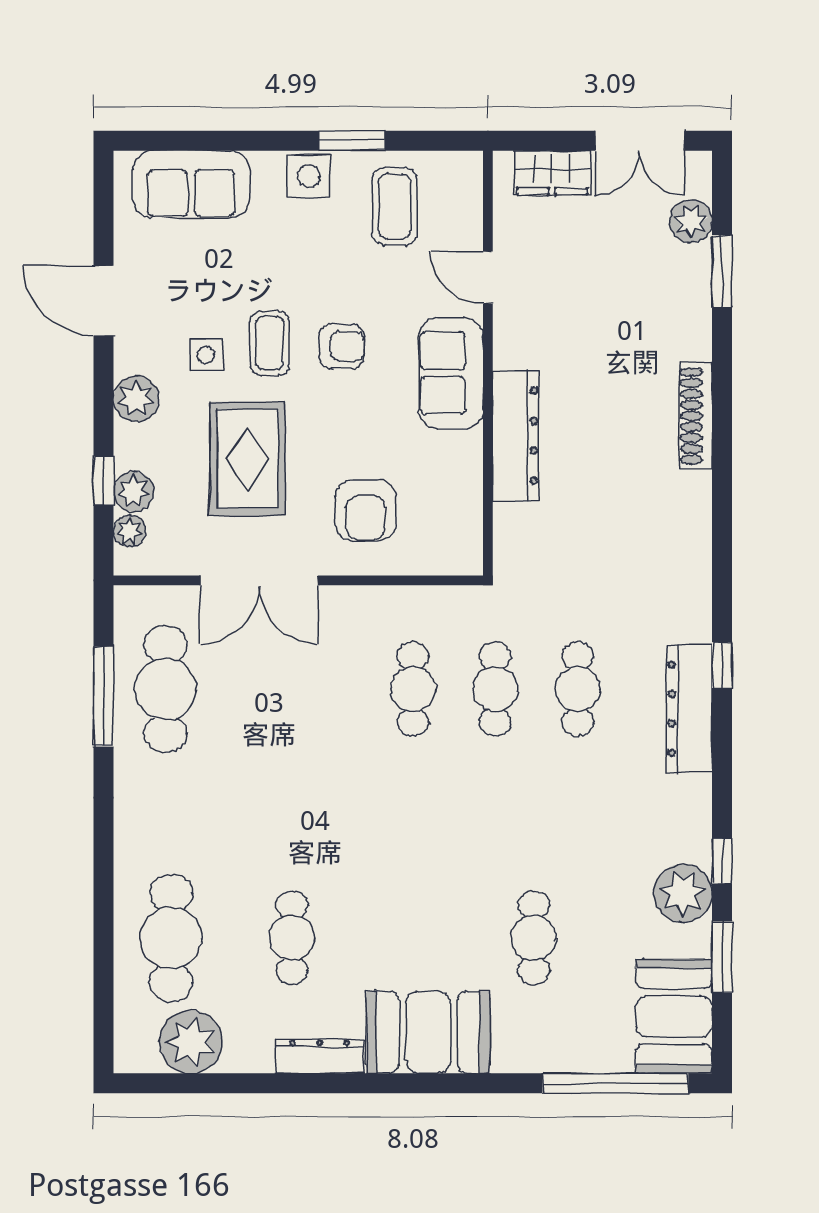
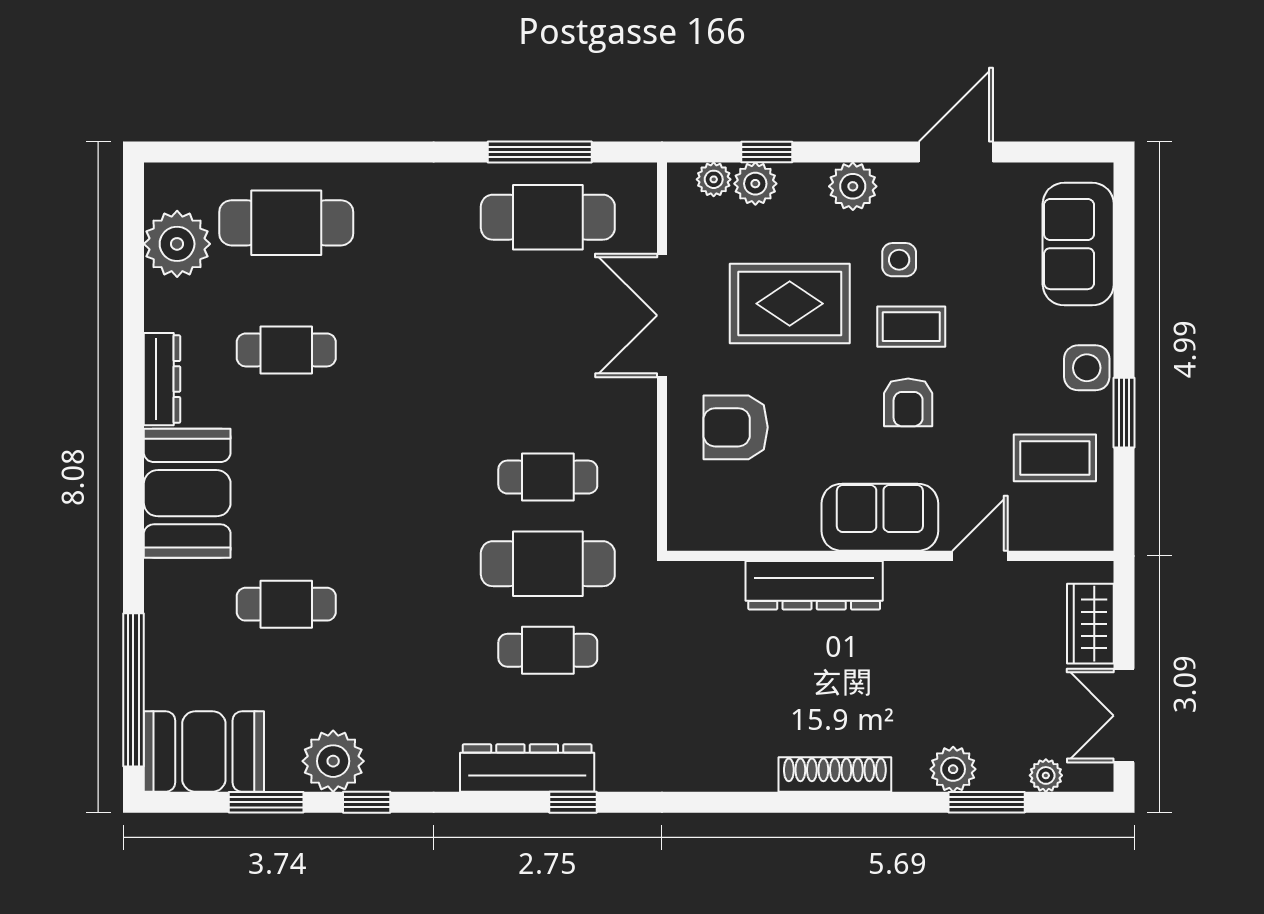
plant: (691, 221) -> (1046, 775), width x0.73, depth x0.73
plant: (691, 303) -> (953, 769), added
cafe table: (495, 689) -> (548, 564), width x1.37, depth x1.35

